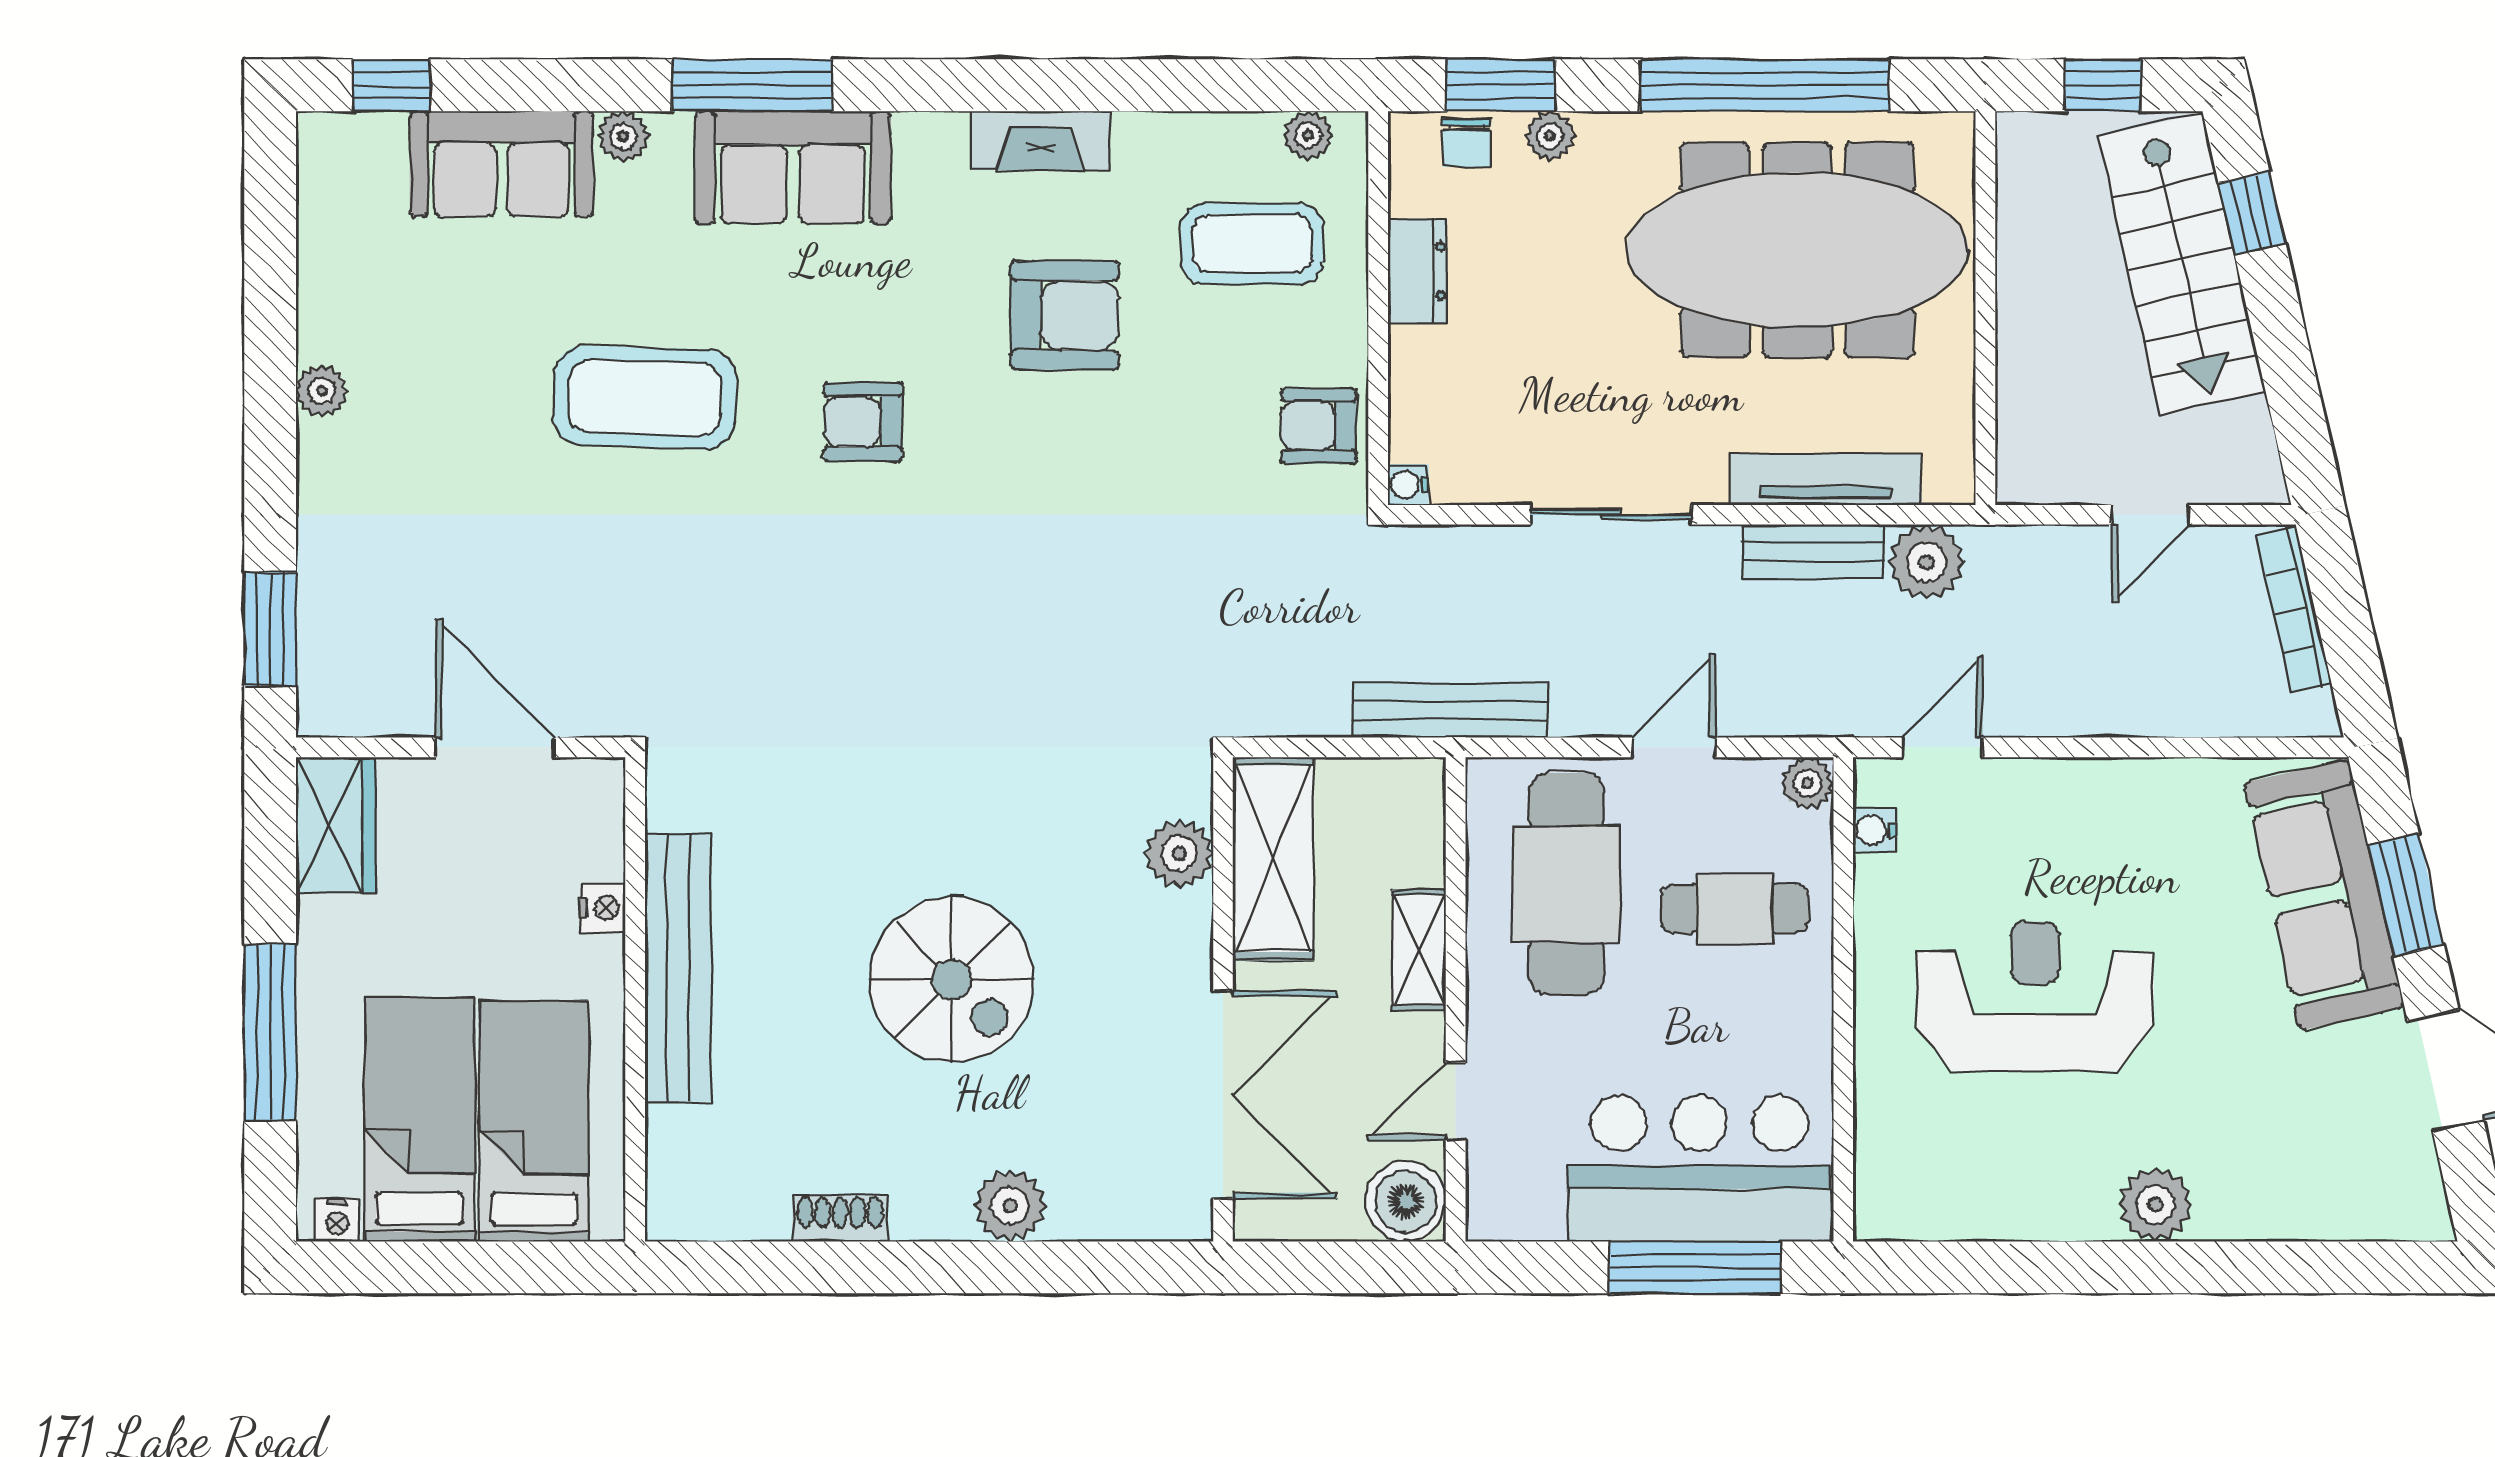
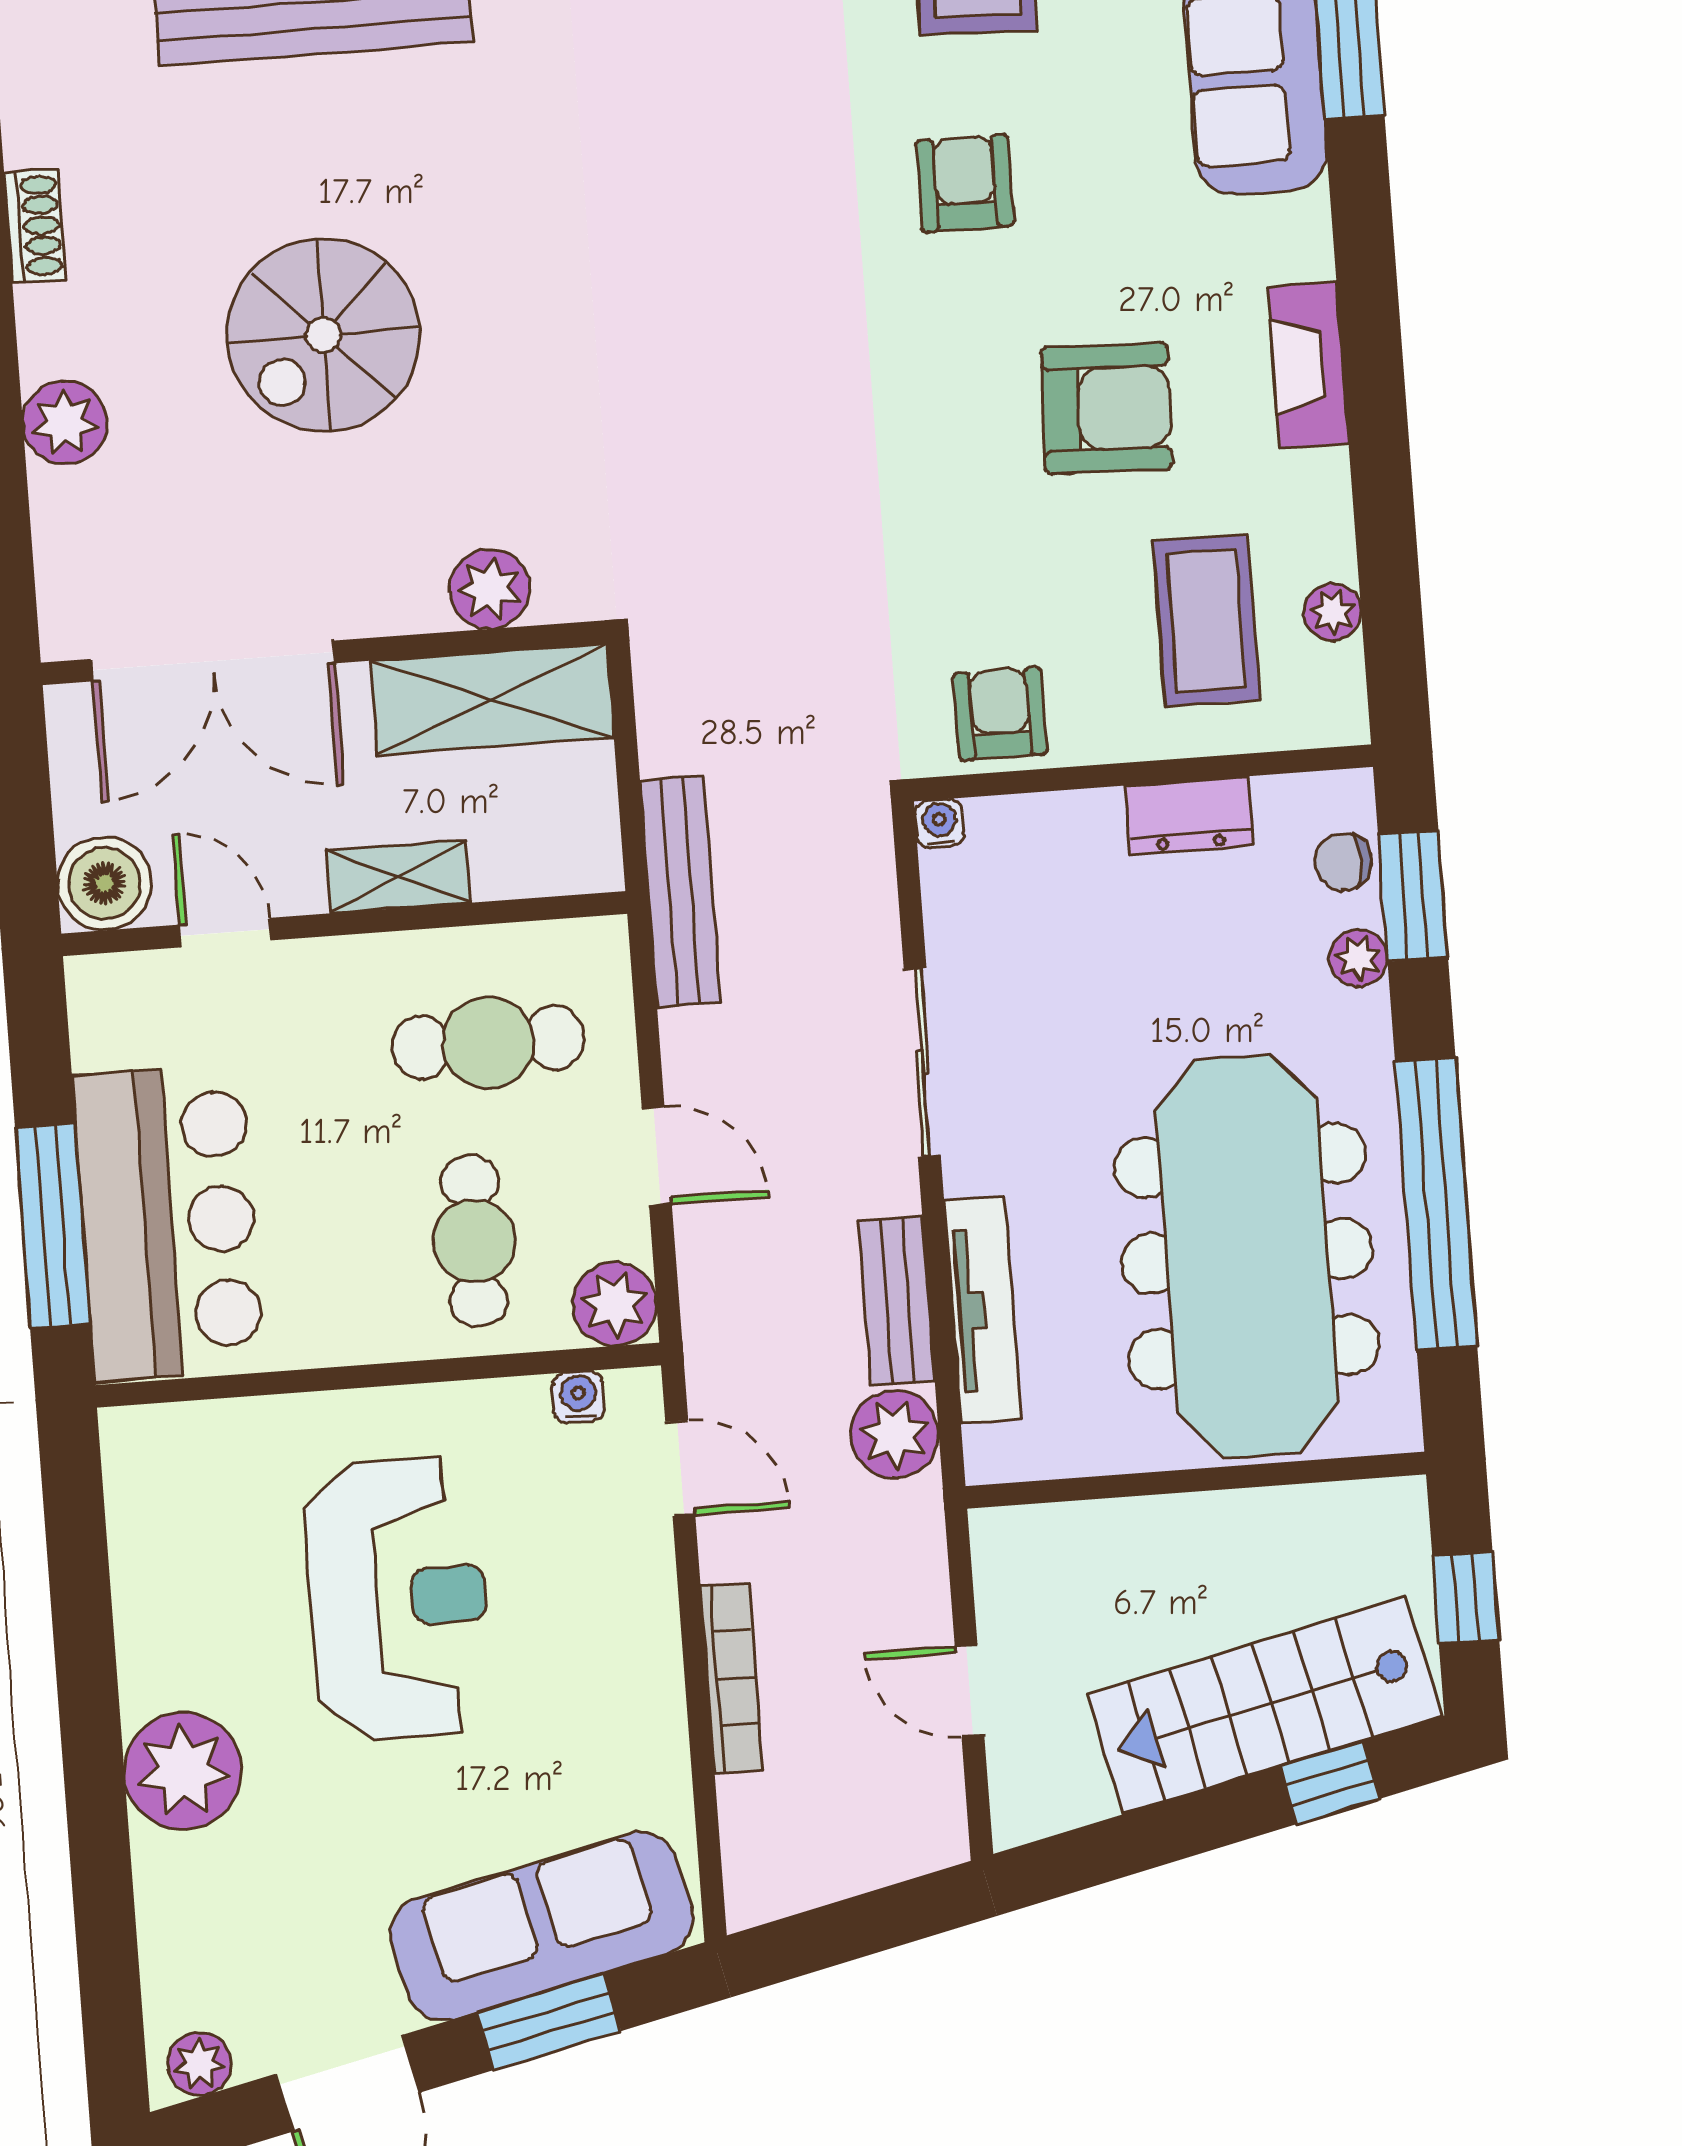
plant: (1308, 135) -> (1333, 612), moved
armchair: (1065, 315) -> (1107, 408), turned -88
bookcase: (2294, 609) -> (732, 1678), moved, turned 103
plant: (1807, 783) -> (614, 1304), width x1.38, depth x1.38
cafe table: (1566, 884) -> (488, 1043), width x0.73, depth x0.74
plant: (2420, 1196) -> (199, 2064), added
plant: (2155, 1205) -> (183, 1771), width x1.36, depth x1.36

